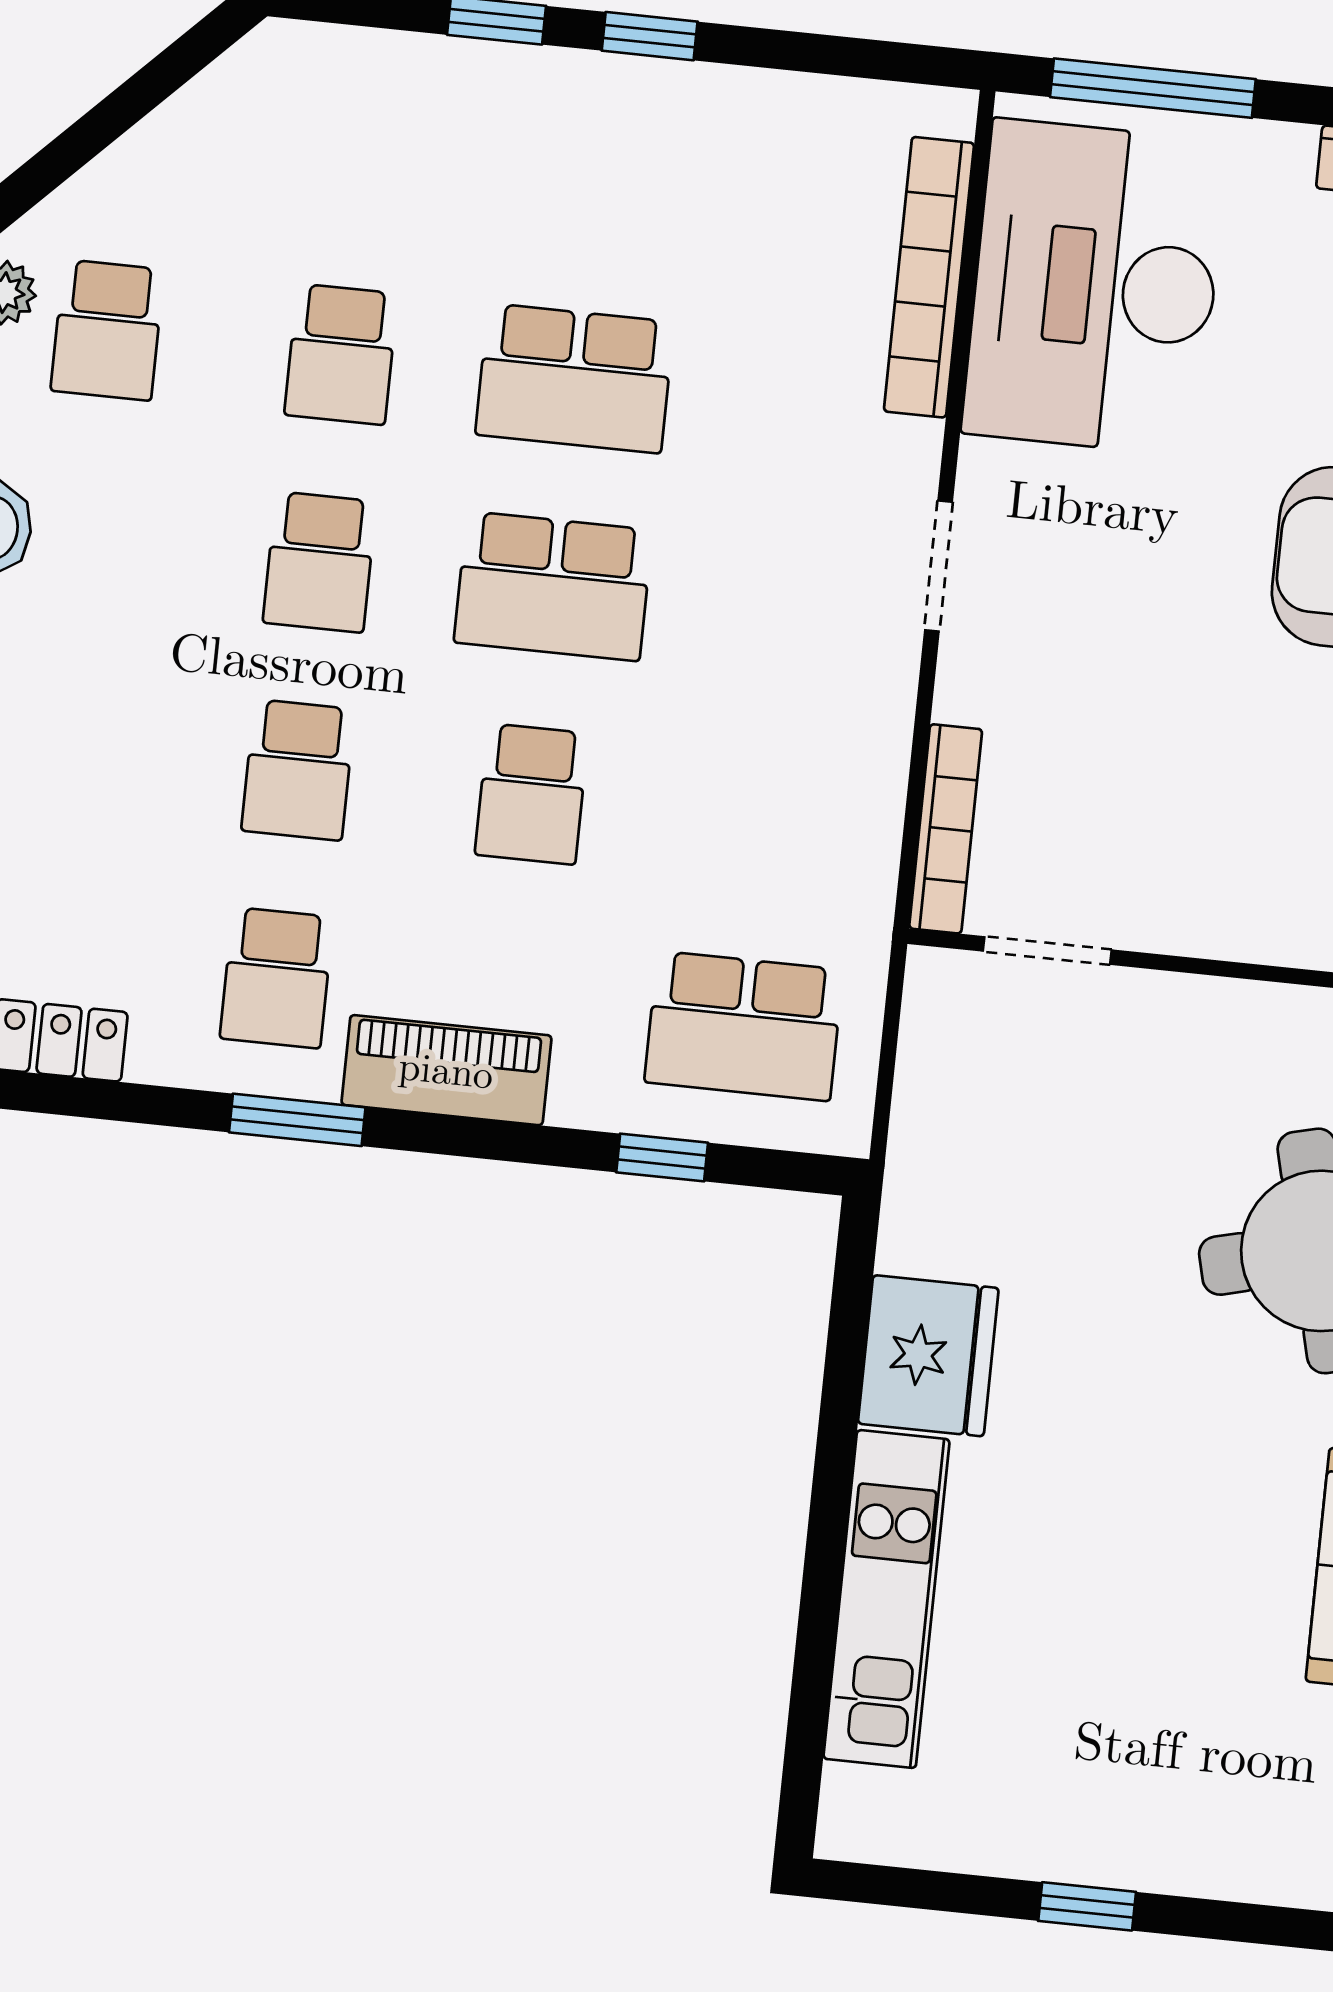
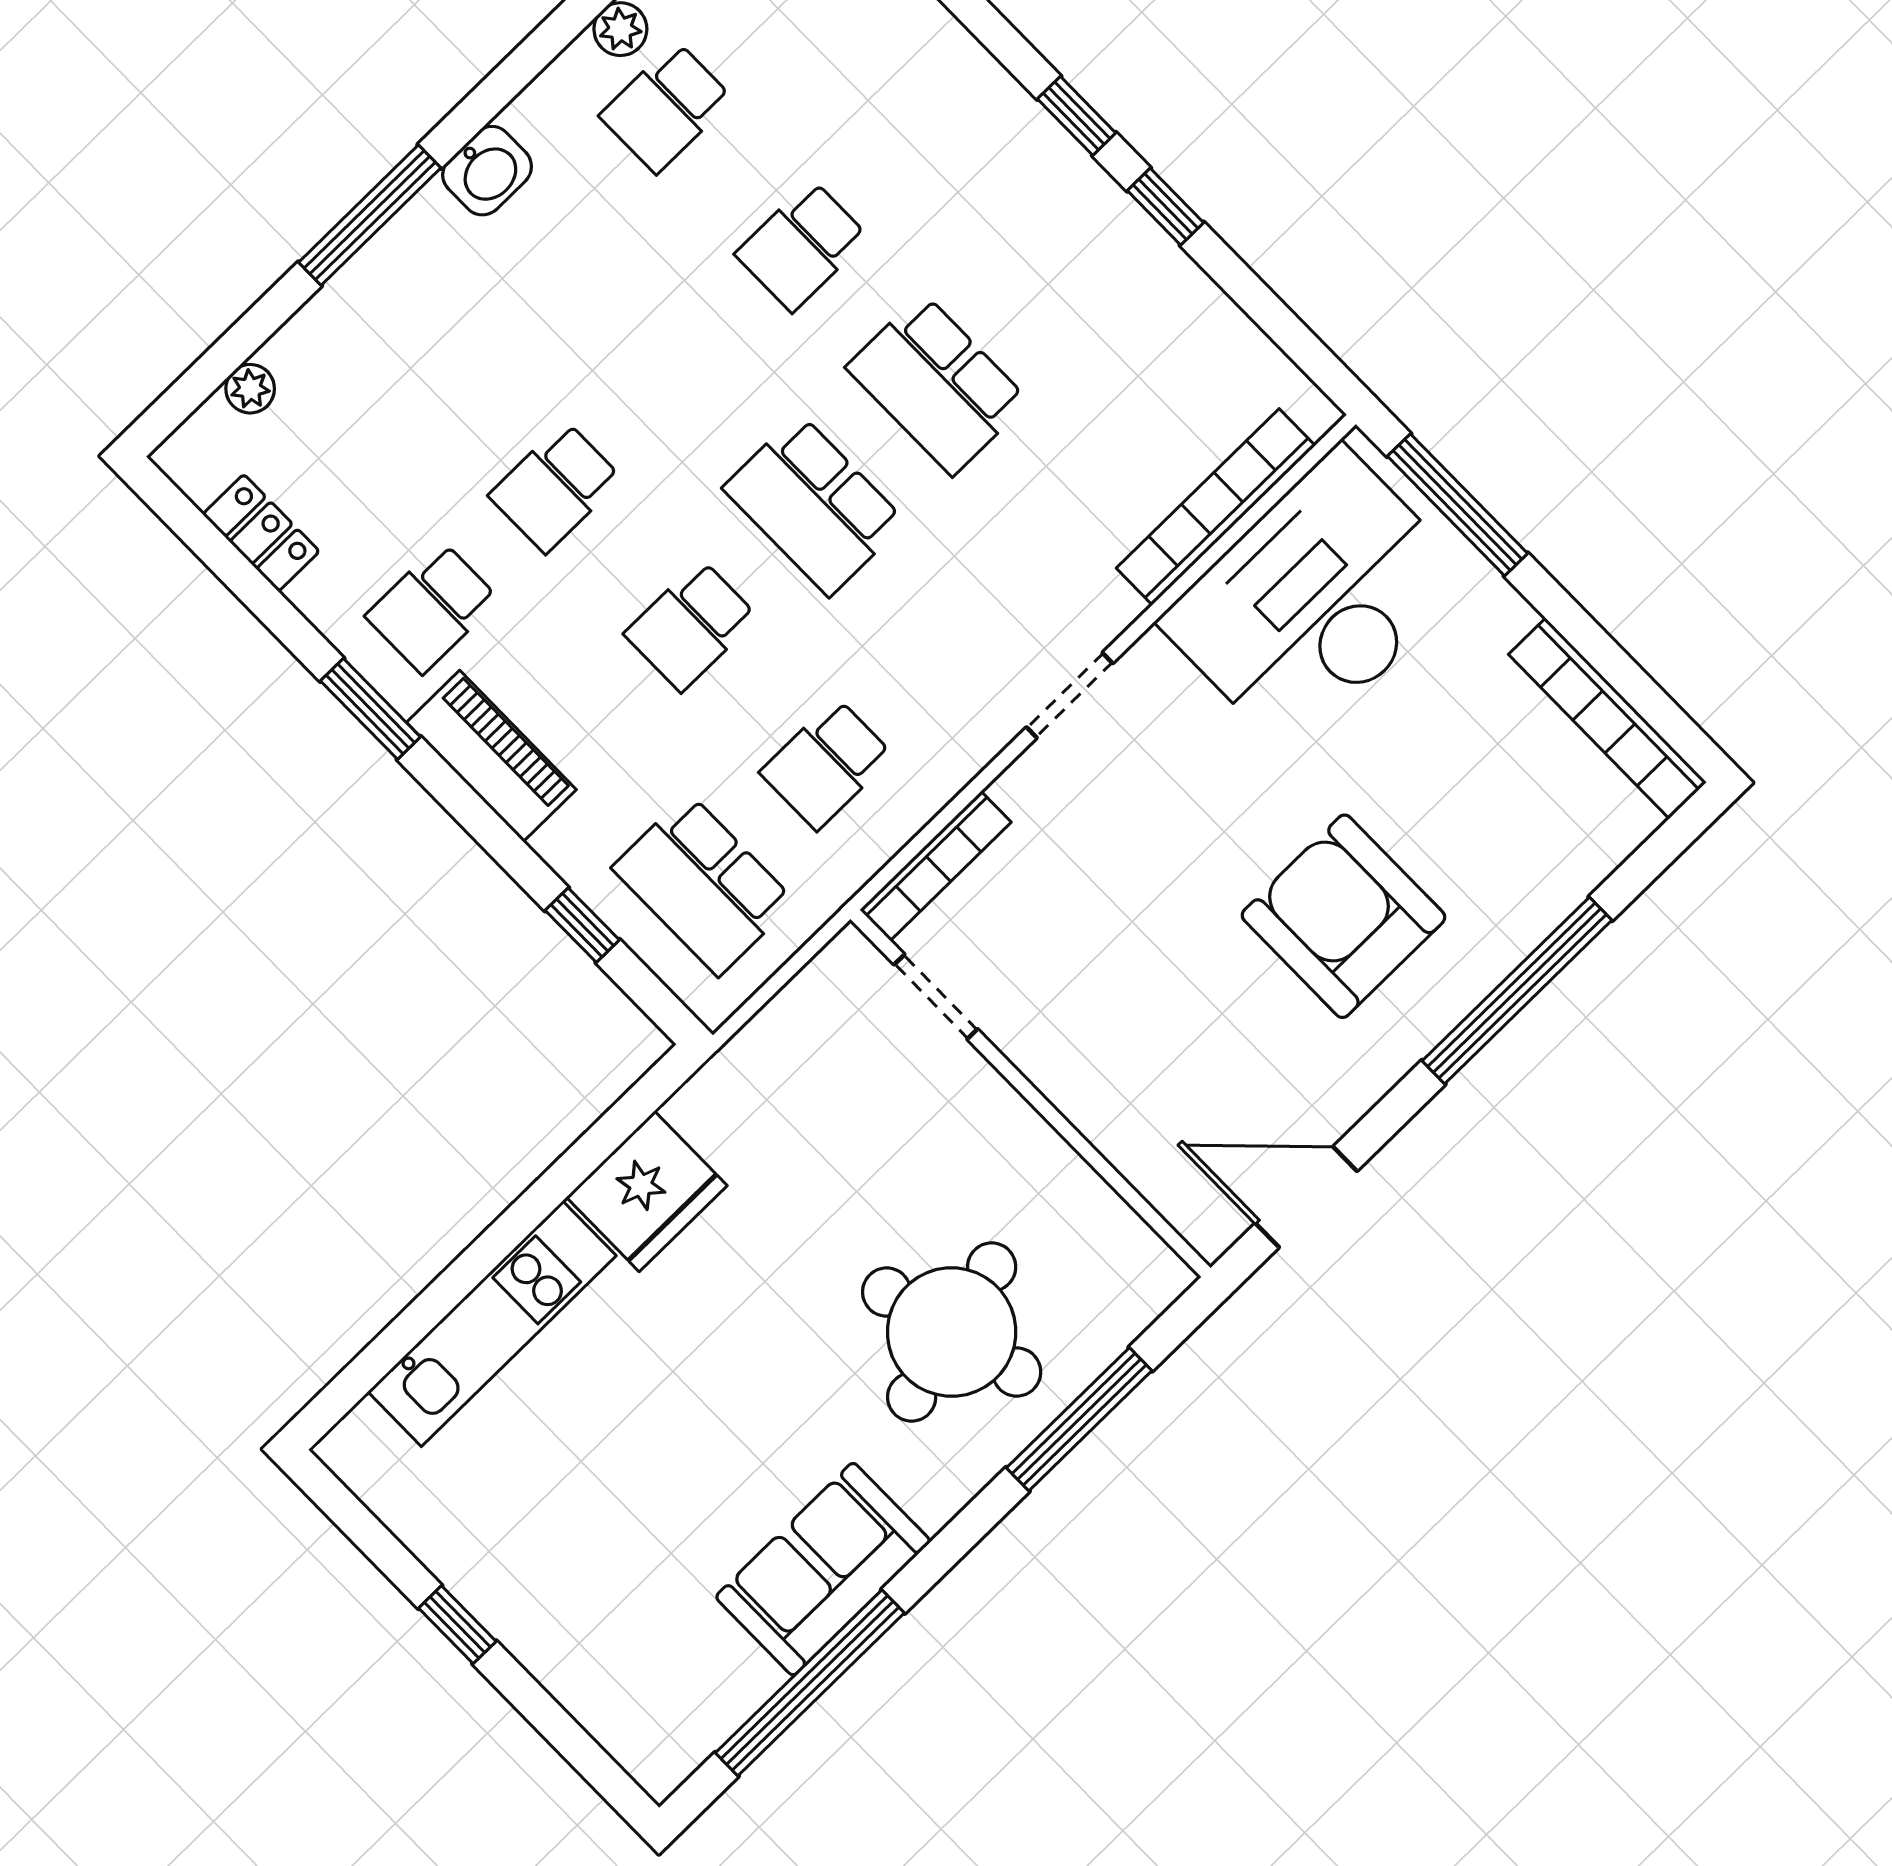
school desk: (320, 562) -> (827, 764), moved

